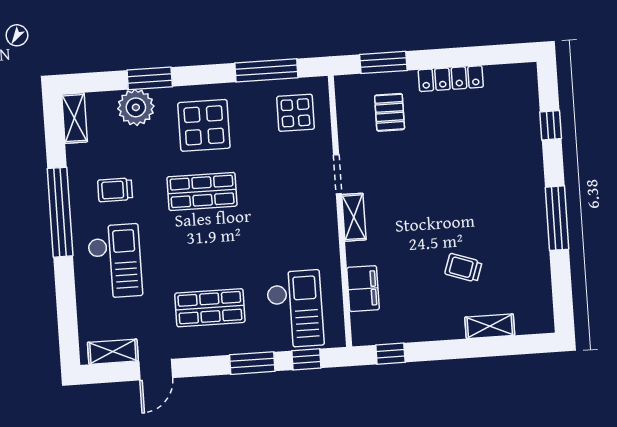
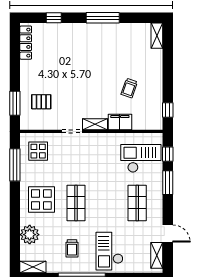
window: (150, 78) -> (15, 226), removed
locker: (451, 79) -> (26, 43), moved
checkout: (115, 261) -> (109, 251), turned -90
trolley: (463, 268) -> (129, 88), moved
filing cabinet: (363, 289) -> (120, 122), moved
shelving: (490, 326) -> (157, 36), moved

